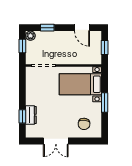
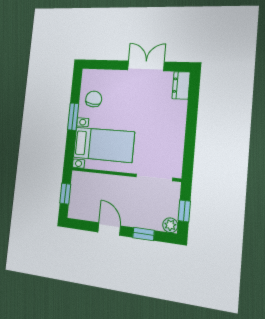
door: (82, 28) -> (109, 229), moved
dresser: (31, 115) -> (181, 85), moved
window: (22, 116) -> (193, 104), removed
chair: (84, 124) -> (94, 99), moved

